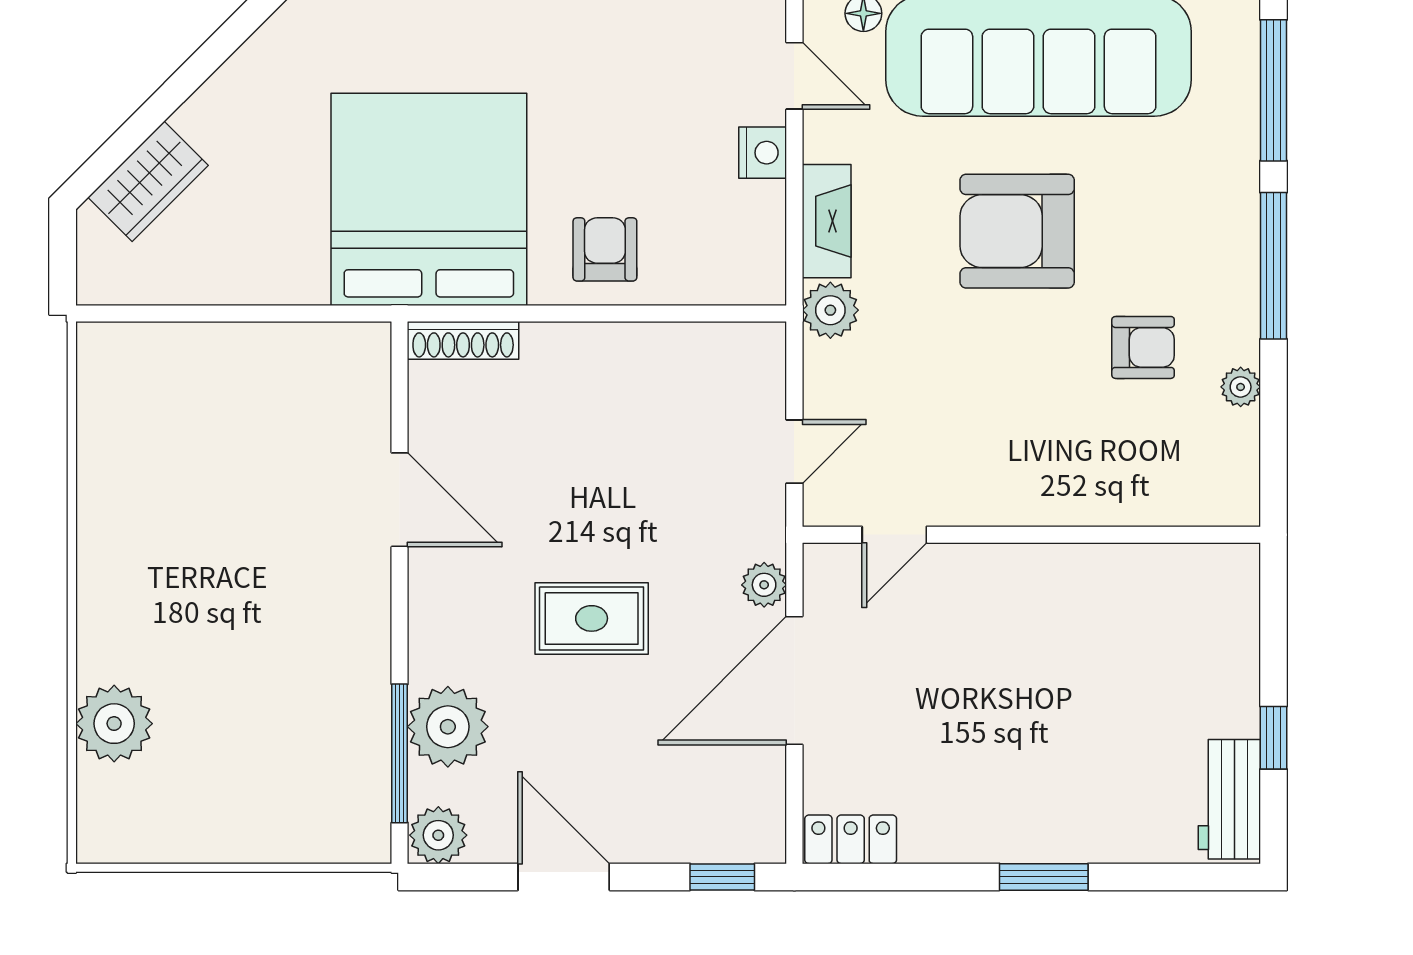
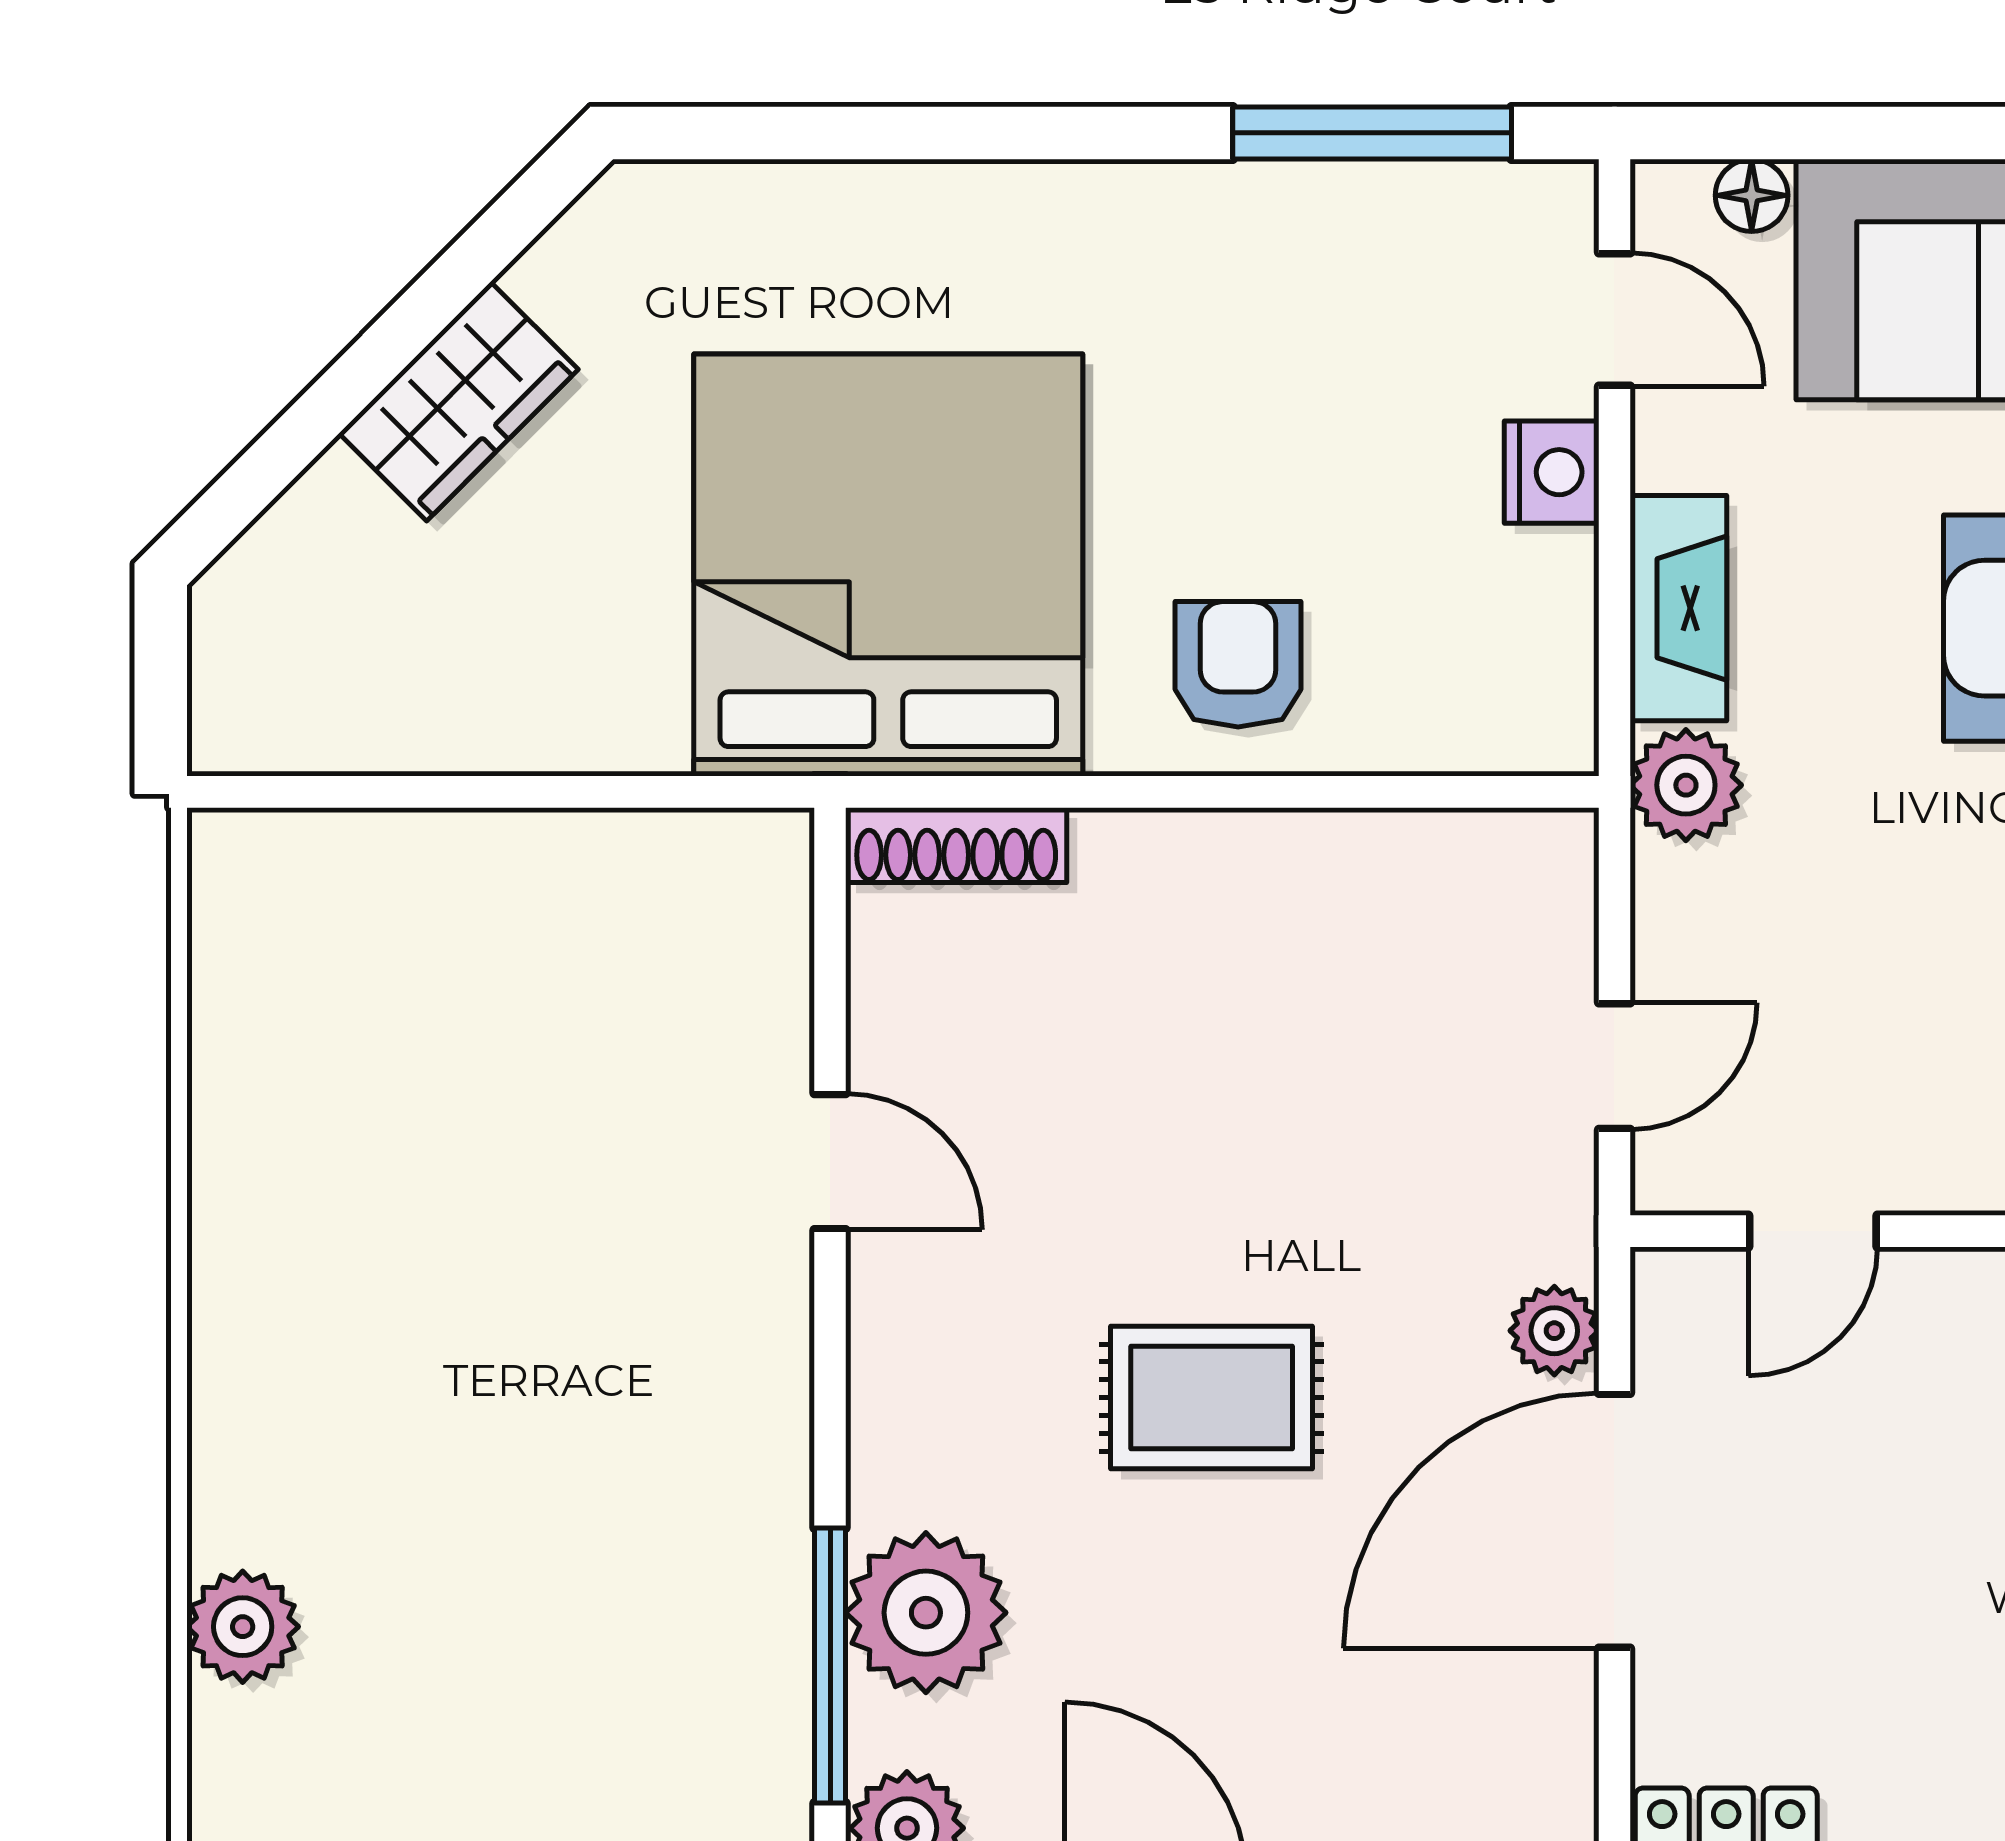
wardrobe: (148, 181) -> (458, 401), moved
door: (400, 500) -> (830, 1162), width x0.73
plant: (114, 724) -> (243, 1627), width x0.73, depth x0.73

